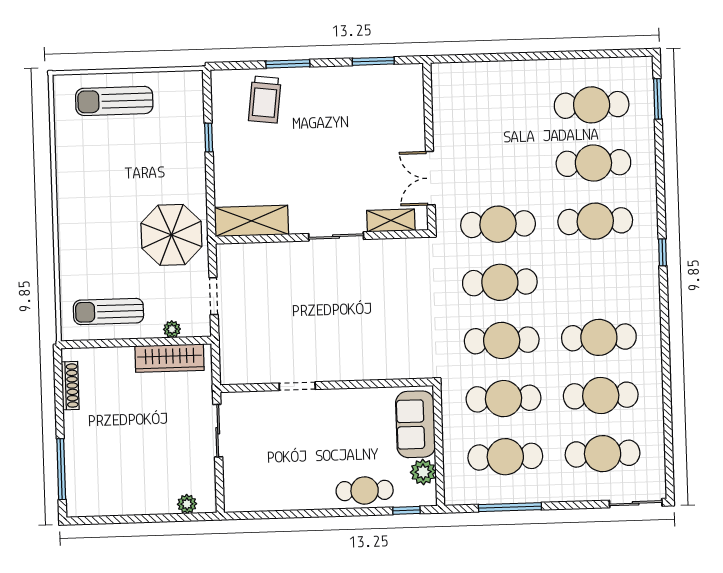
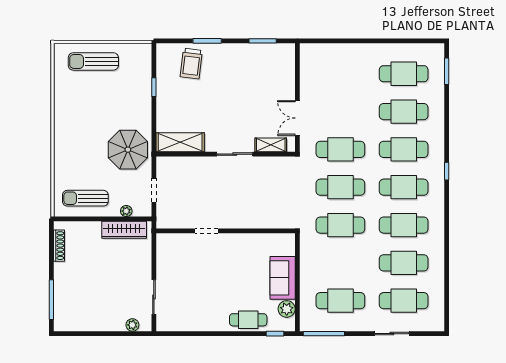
wall: (327, 385) -> (226, 231), moved
doorway: (297, 386) -> (207, 231), moved
cafe table: (503, 399) -> (404, 187), moved
sliding door: (218, 431) -> (154, 297), moved
sliding door: (636, 503) -> (392, 334), moved
window: (510, 507) -> (324, 334), moved

